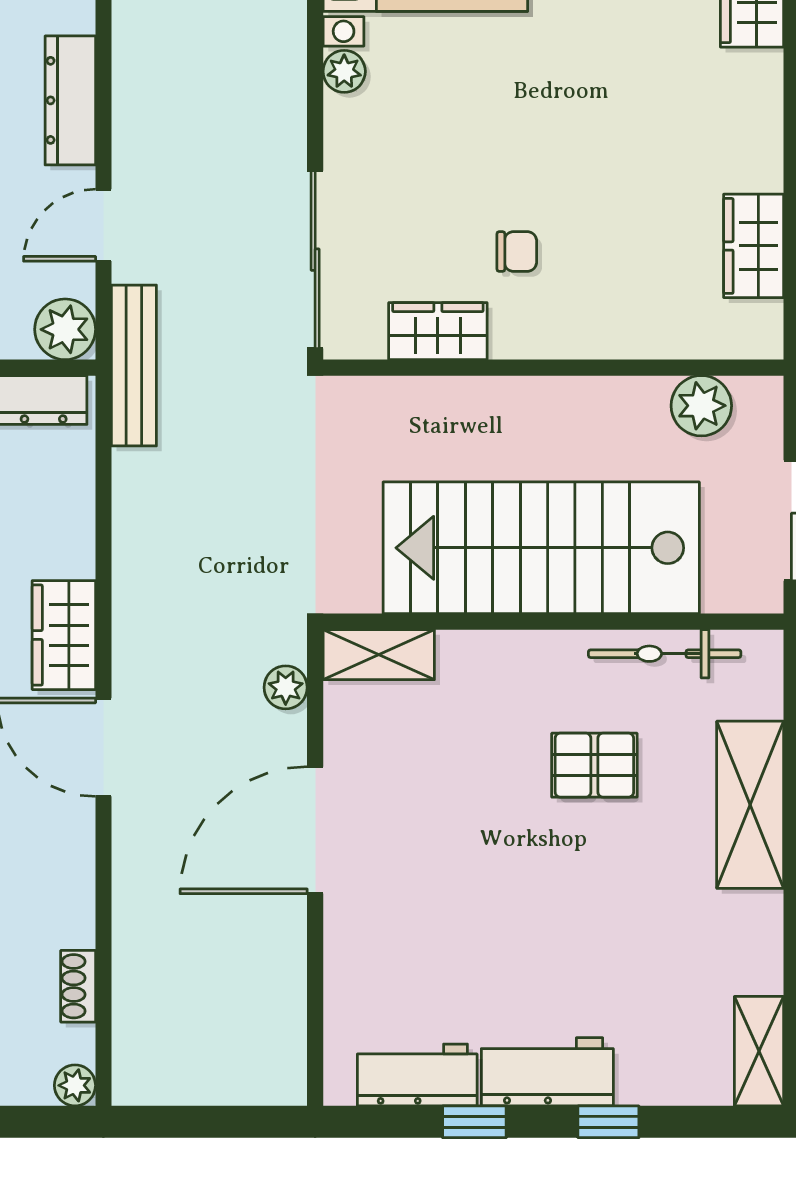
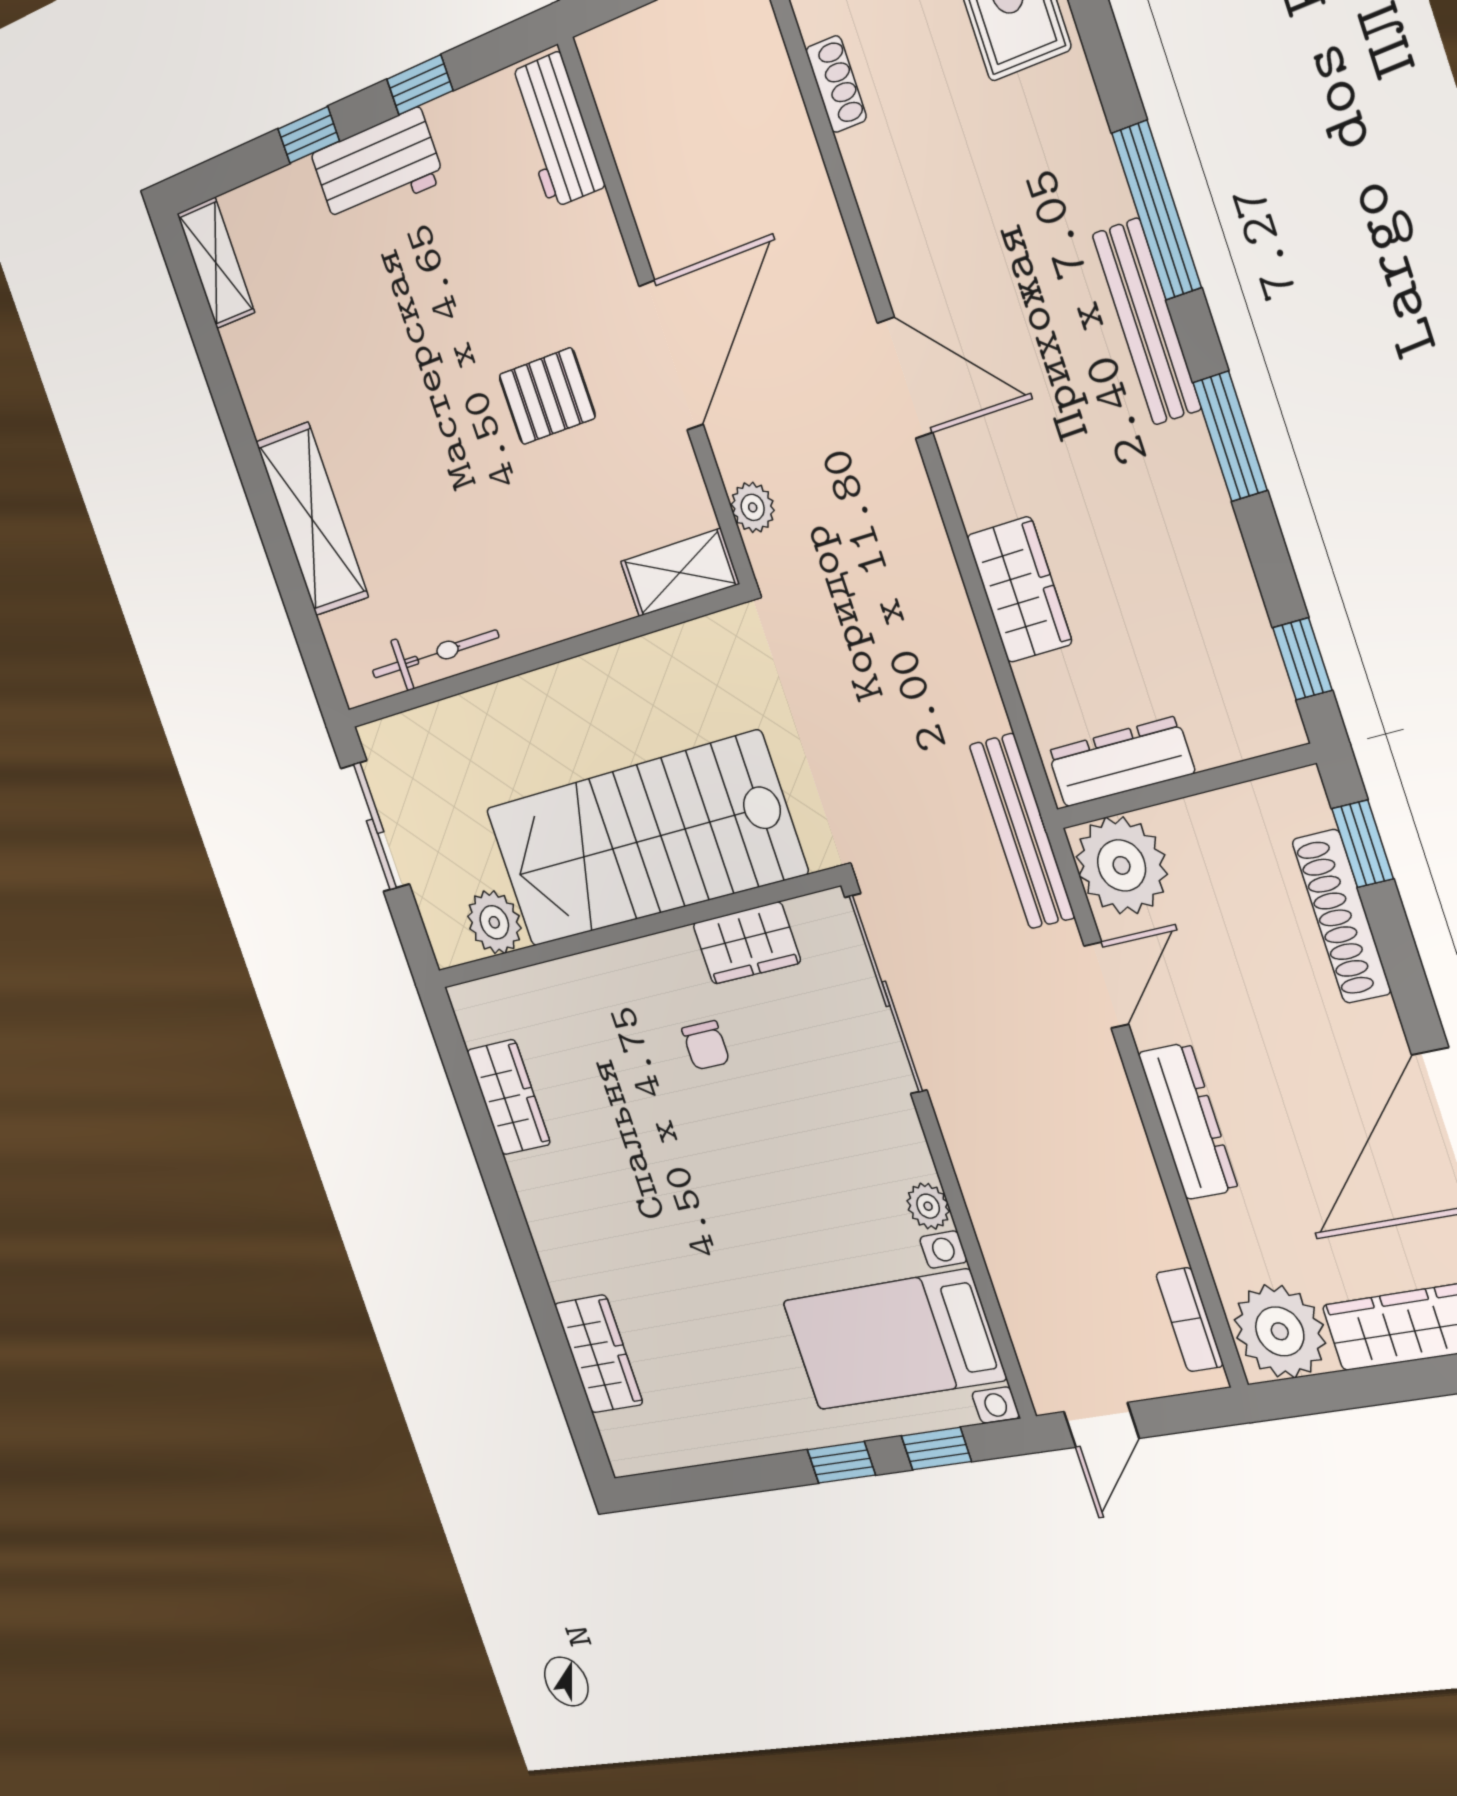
chair: (517, 252) -> (706, 1045), turned -90
plant: (65, 329) -> (1122, 865), width x1.36, depth x1.36
stairs: (541, 548) -> (644, 840), moved, turned 180
wardrobe: (64, 635) -> (1019, 590), moved
pallet: (594, 765) -> (547, 396), moved
workbench: (417, 1075) -> (555, 130), moved, turned 90

